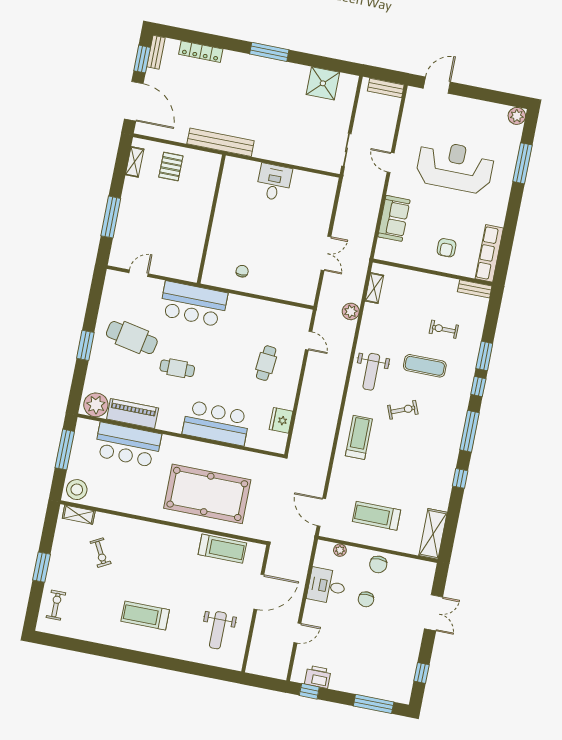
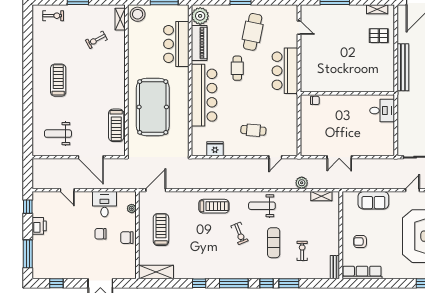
wall: (211, 219) -> (347, 93), moved
bar counter: (216, 423) -> (204, 95), width x1.36
printer: (318, 677) -> (39, 226), moved

